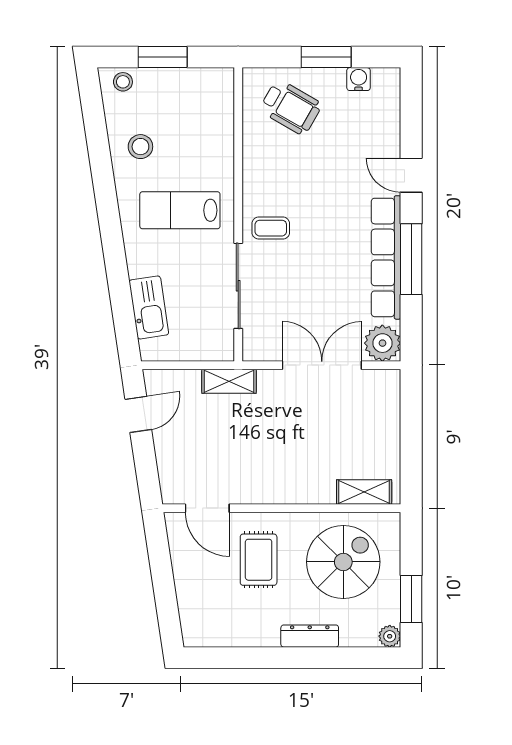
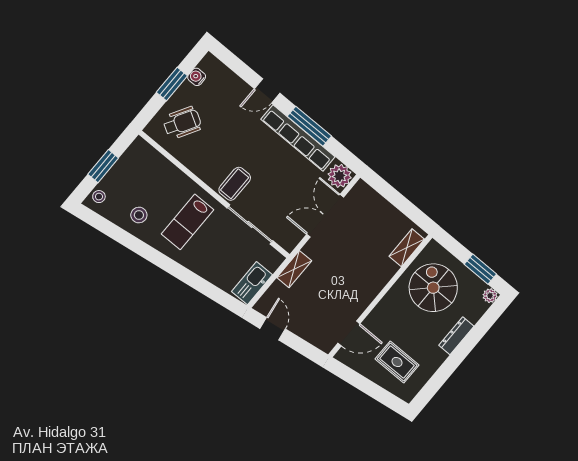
coffee table: (271, 228) -> (235, 184), width x1.36, depth x1.30
kitchen sink: (149, 307) -> (252, 283), moved, turned -82
rug: (259, 560) -> (397, 362), moved

